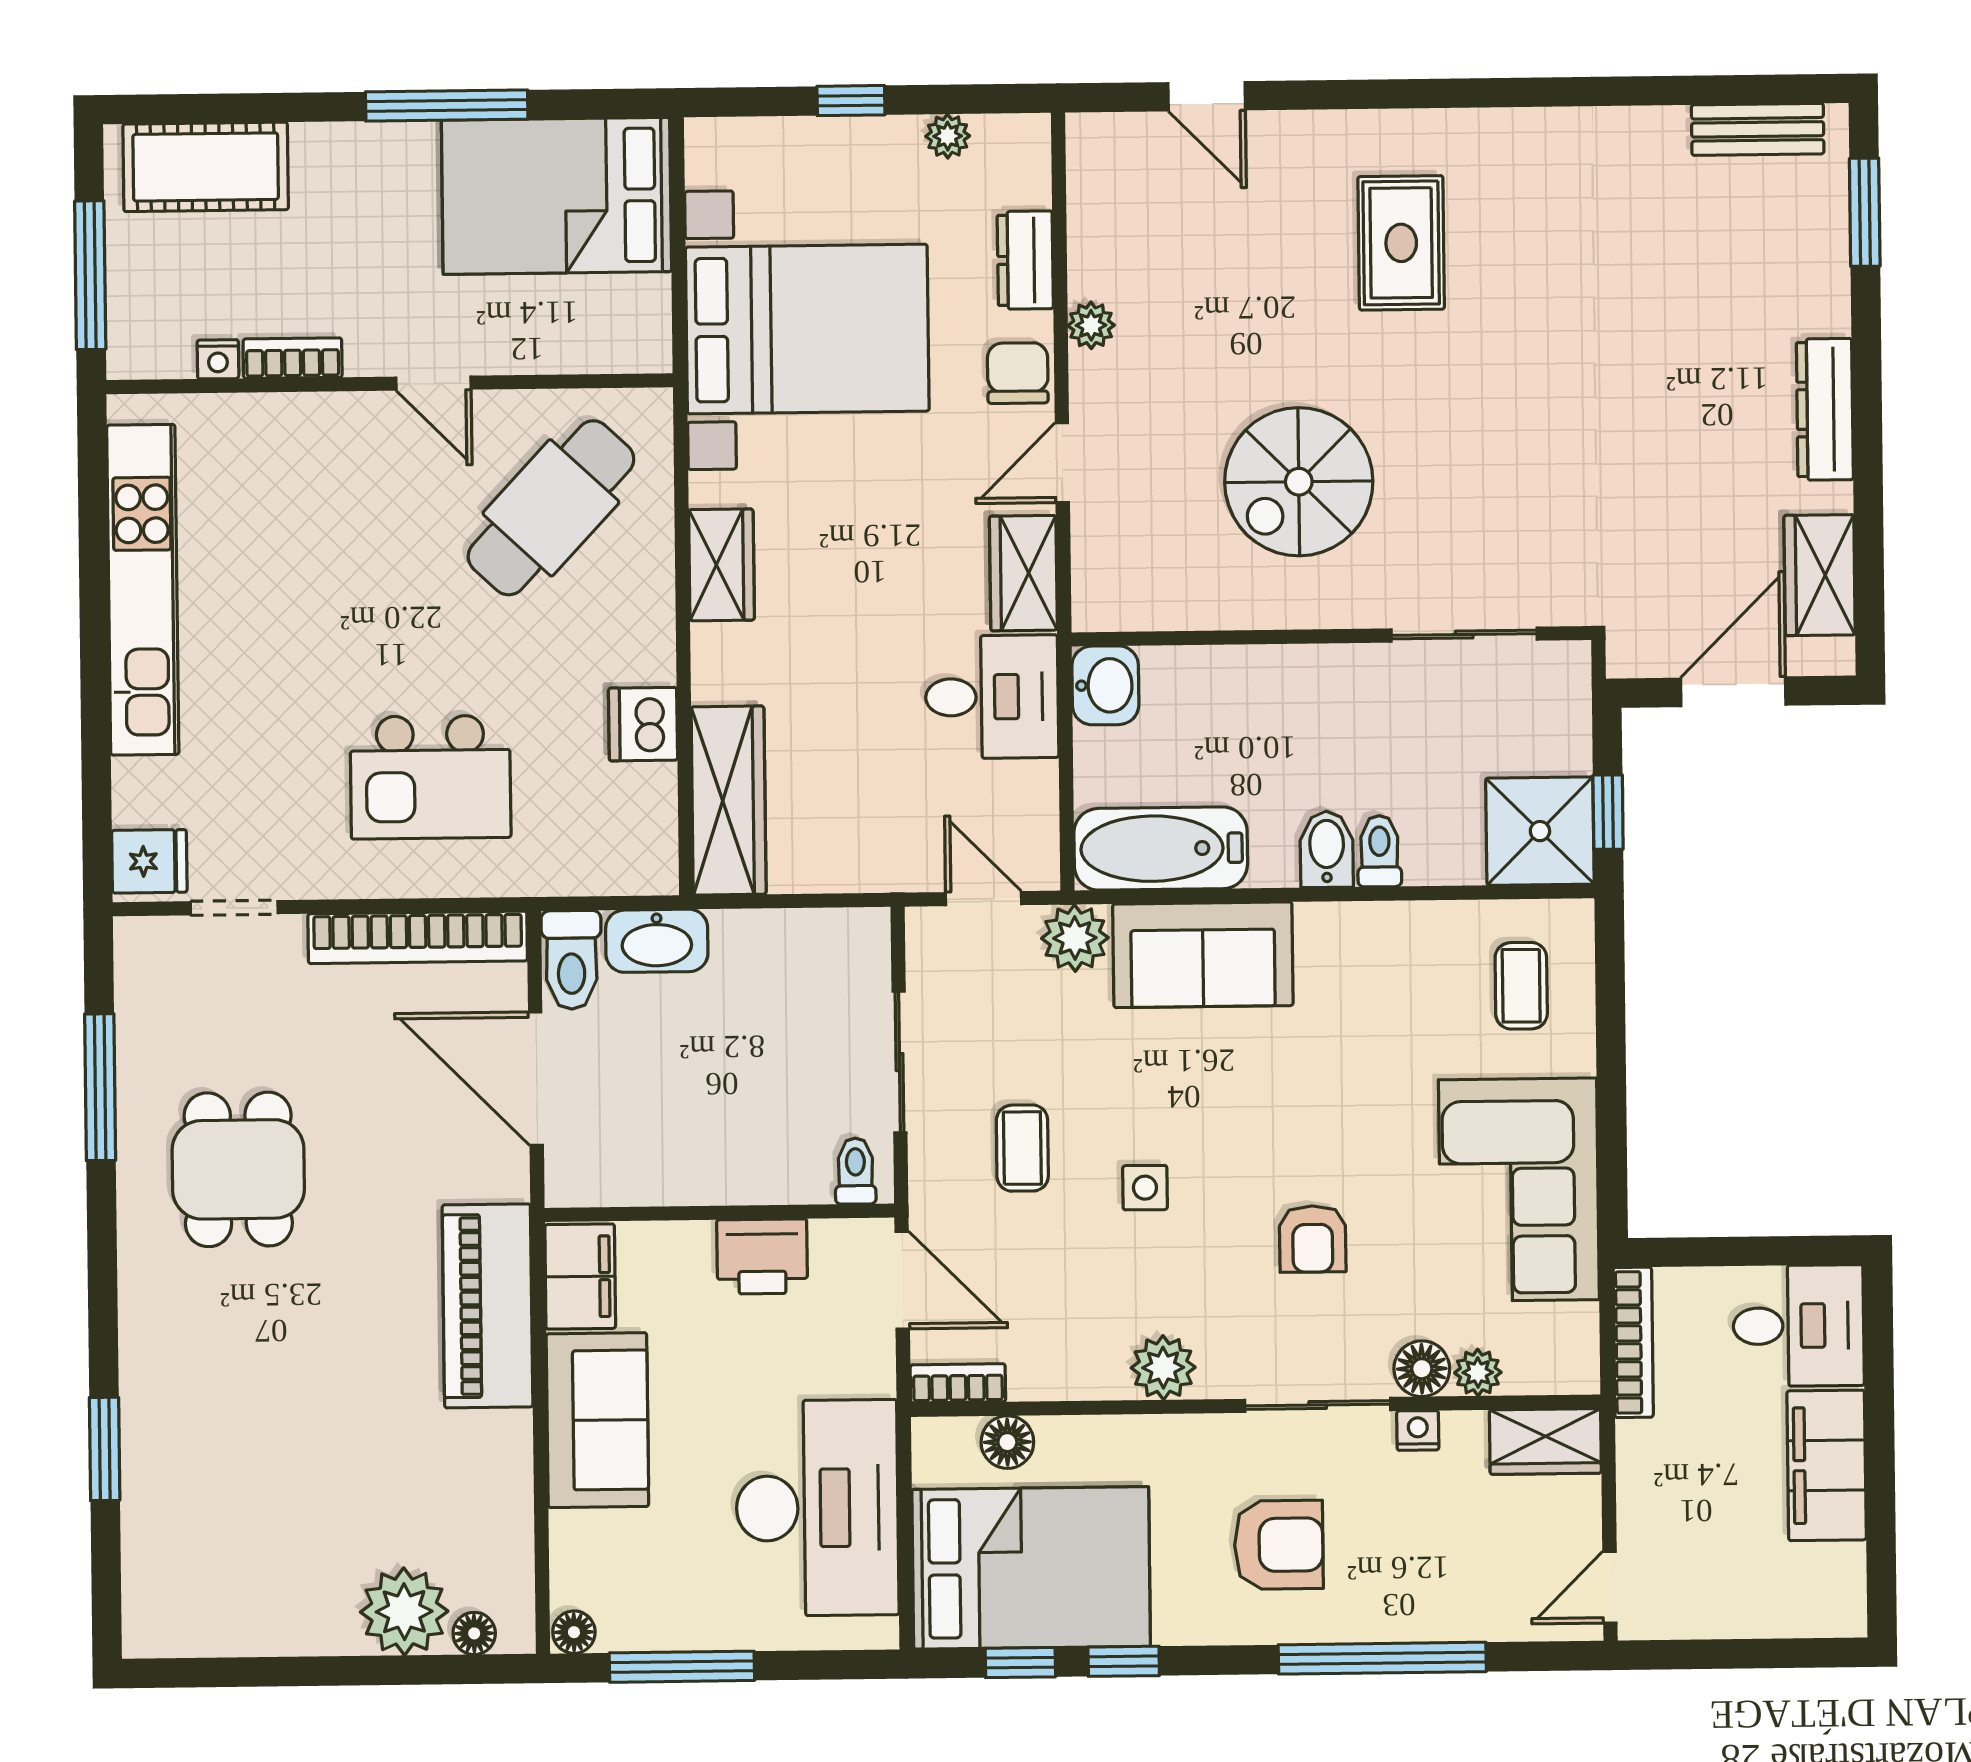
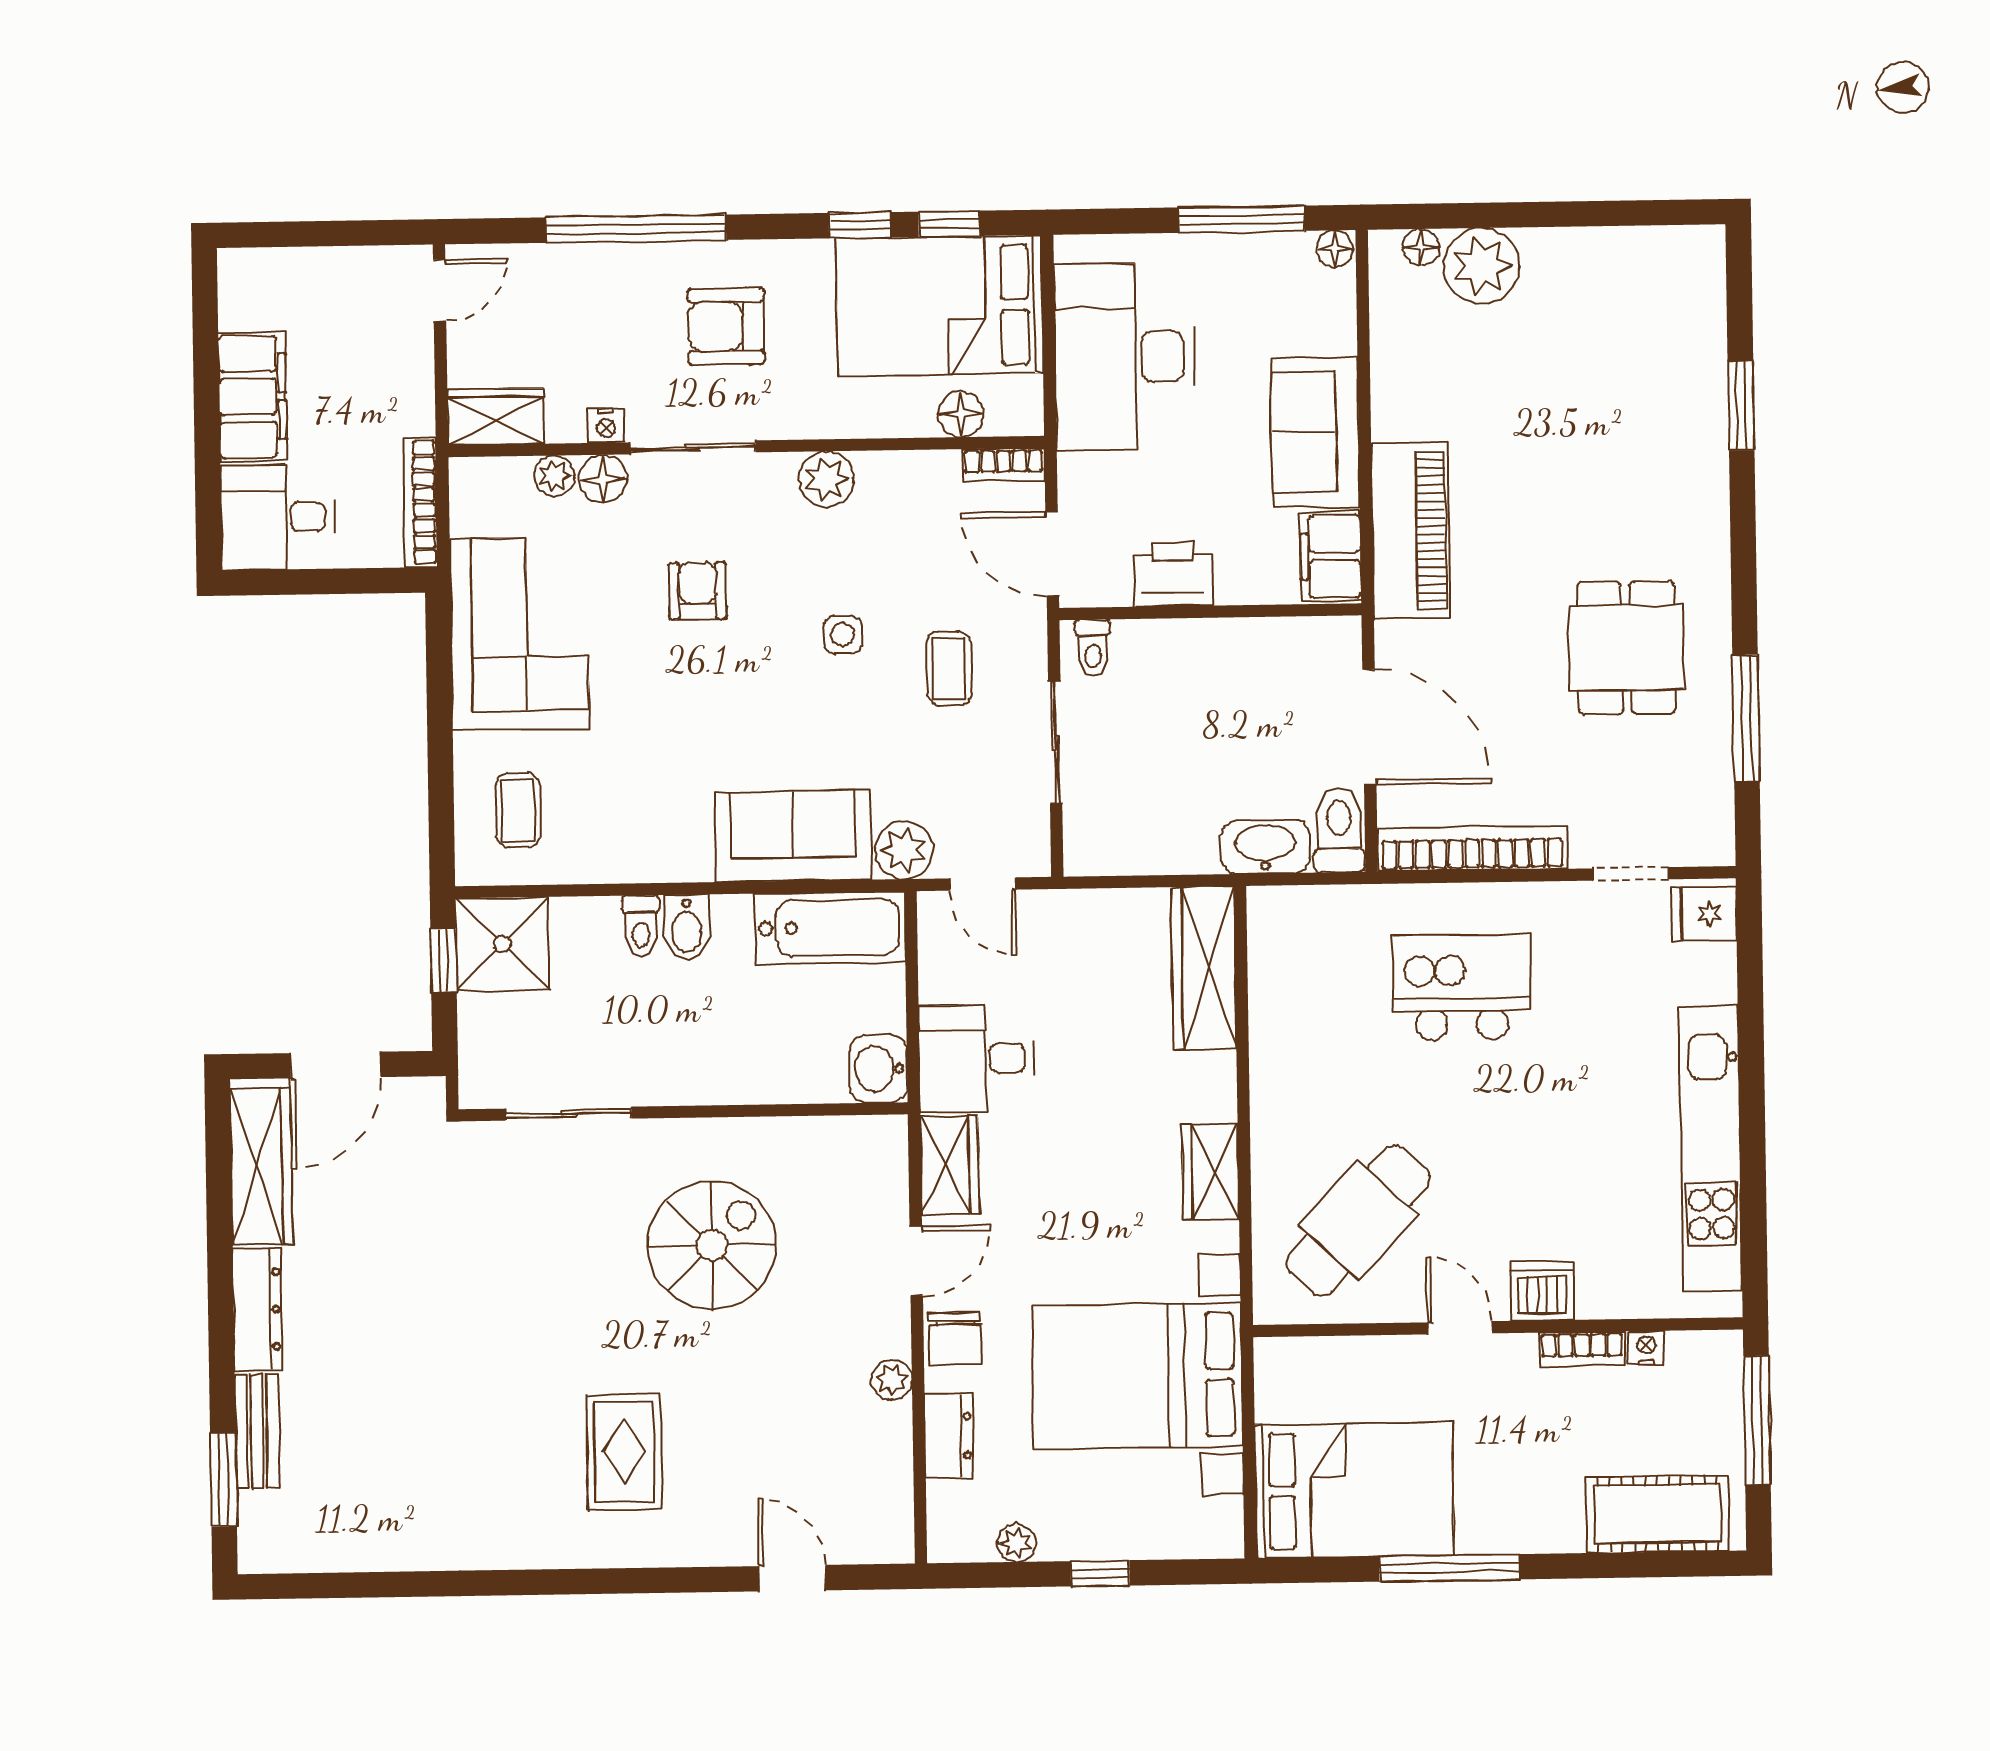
bench: (1758, 129) -> (257, 1432), moved, turned 90
wardrobe: (1820, 575) -> (261, 1166), width x1.50
dishwasher: (643, 724) -> (1542, 1291), moved, turned -90

